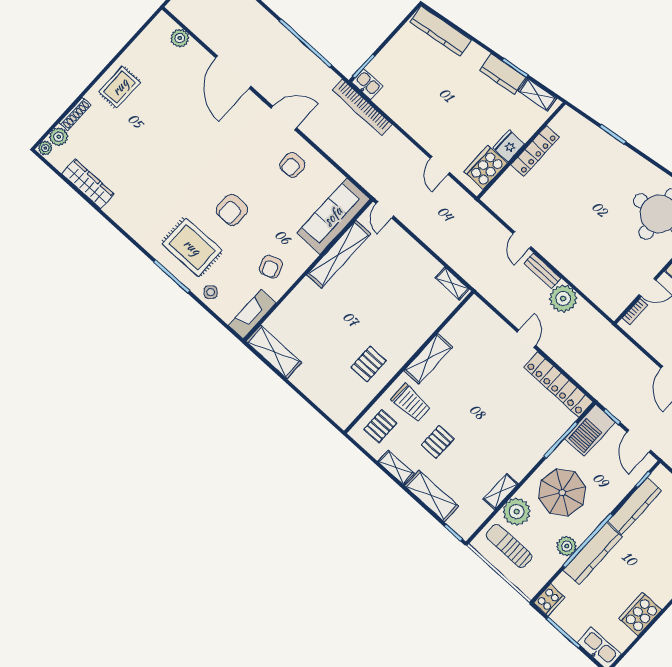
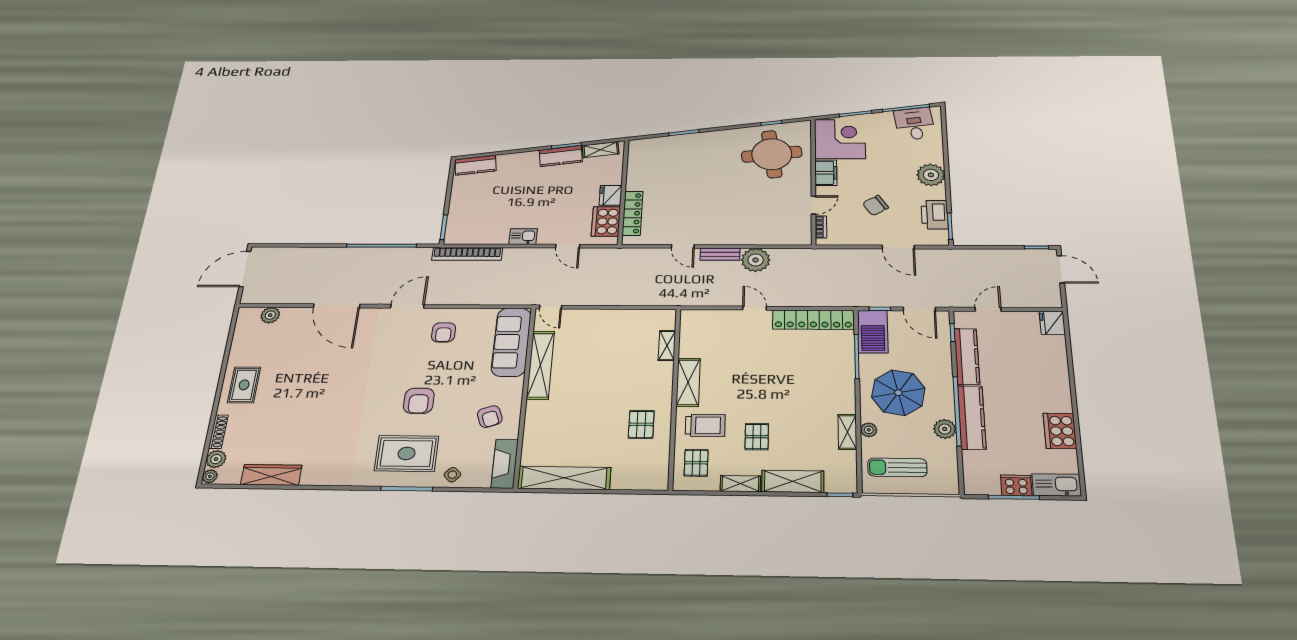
kitchen counter: (441, 31) -> (476, 165), width x0.67
kitchen sink: (367, 84) -> (523, 237), moved
locker: (535, 151) -> (633, 213), moved
shelving: (452, 283) -> (667, 346), moved, turned 90
shelving: (274, 352) -> (564, 478), width x1.47
plant: (517, 512) -> (869, 430), width x0.53, depth x0.53
cooker: (549, 600) -> (1016, 485), moved, turned -90

